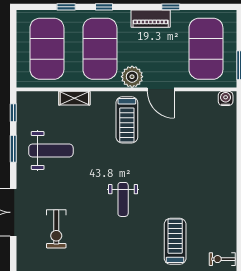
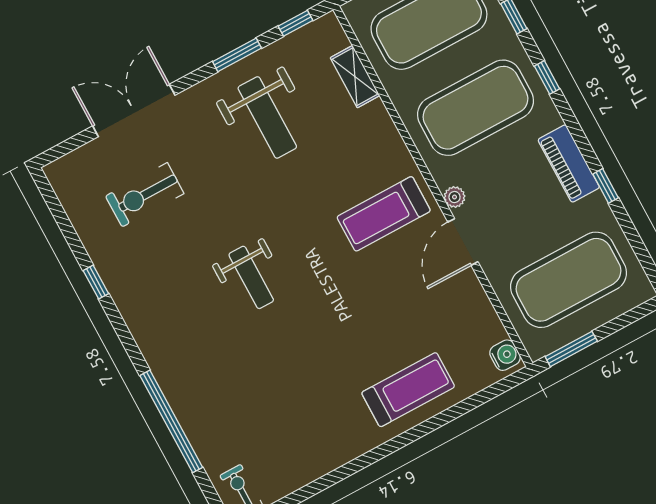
plant: (132, 77) -> (455, 197), width x0.53, depth x0.53
shelving: (74, 98) -> (355, 77), moved
weight bench: (123, 199) -> (251, 277), turned -90
treadmill: (175, 241) -> (408, 390), moved

